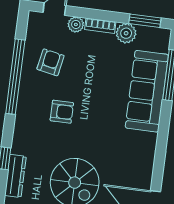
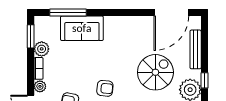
sofa: (147, 91) -> (82, 28), width x0.73
armchair: (62, 112) -> (105, 88), turned 96

